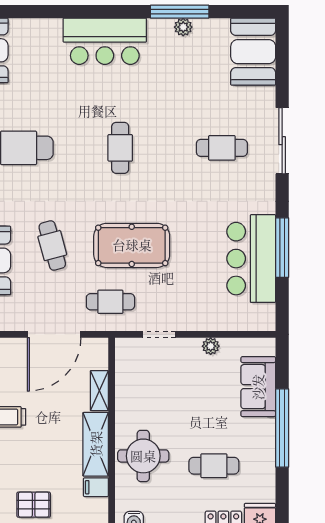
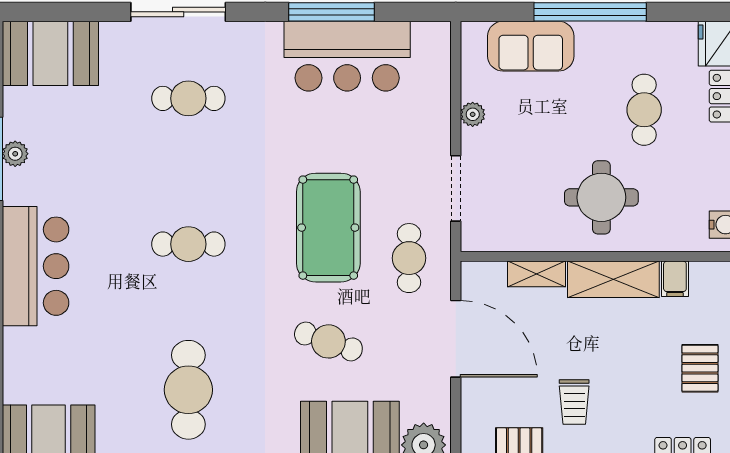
cafe table: (222, 148) -> (188, 98), turned 90
cafe table: (52, 246) -> (328, 341), turned 34
doorway: (159, 334) -> (456, 188), width x1.38
round table: (143, 456) -> (601, 197), moved

